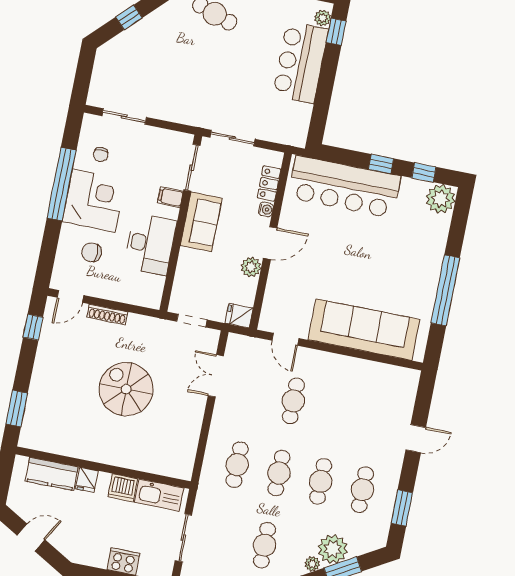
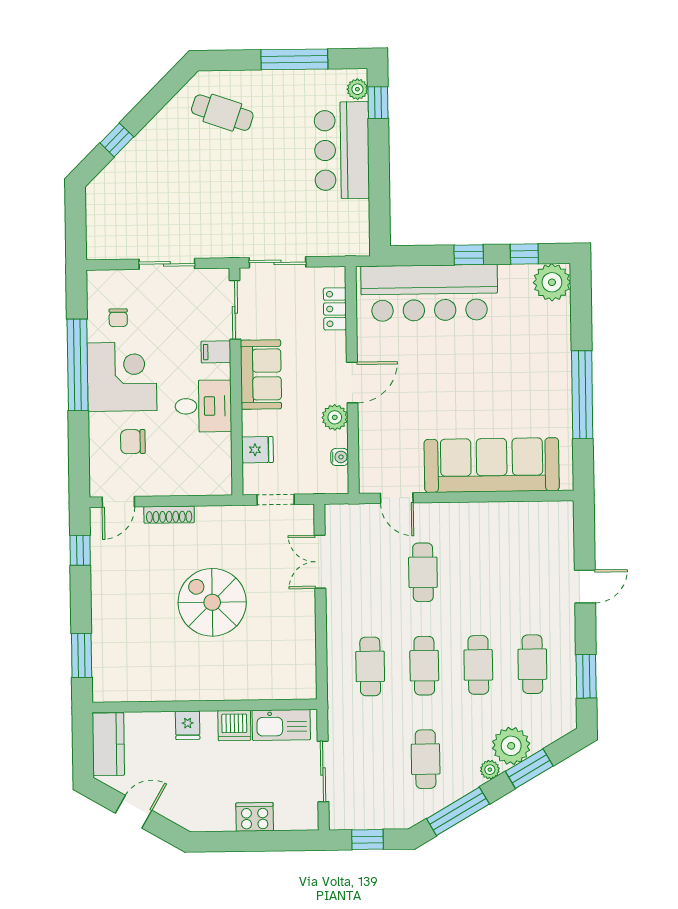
sliding door: (124, 117) -> (167, 264), moved
water cooler: (266, 209) -> (340, 457), moved
desk: (150, 244) -> (203, 406), width x0.73
fridge: (239, 316) -> (257, 450), moved, turned 180
kitchen counter: (52, 474) -> (108, 744), moved, turned -90

